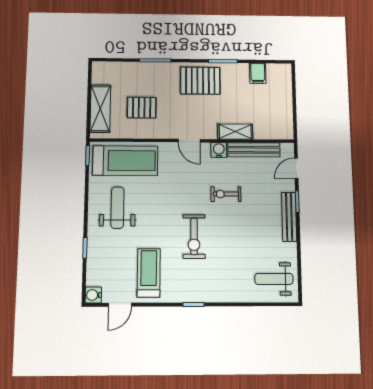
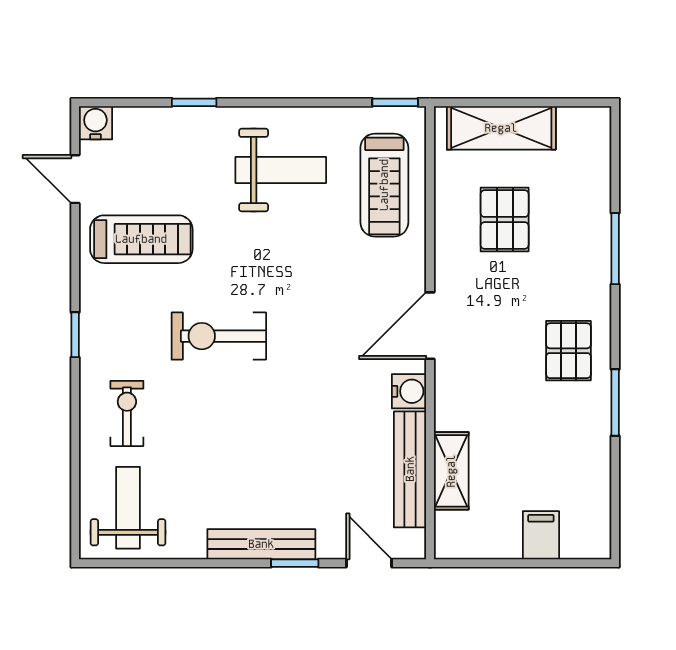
filing cabinet: (258, 73) -> (541, 535), moved, turned 90
pallet: (200, 81) -> (568, 351), width x0.67, depth x0.71
shelving: (235, 132) -> (451, 471), moved
door: (189, 141) -> (430, 326), width x1.38
treadmill: (125, 161) -> (384, 185), width x0.73, depth x0.73
exercise bike: (226, 194) -> (127, 413), moved

